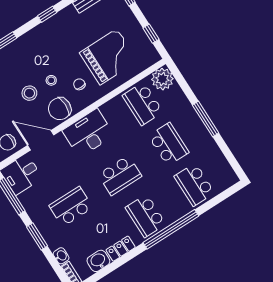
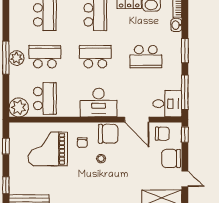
stool: (29, 93) -> (123, 159), removed
plant: (195, 125) -> (17, 58), added
school desk: (169, 144) -> (45, 57), turned 90

